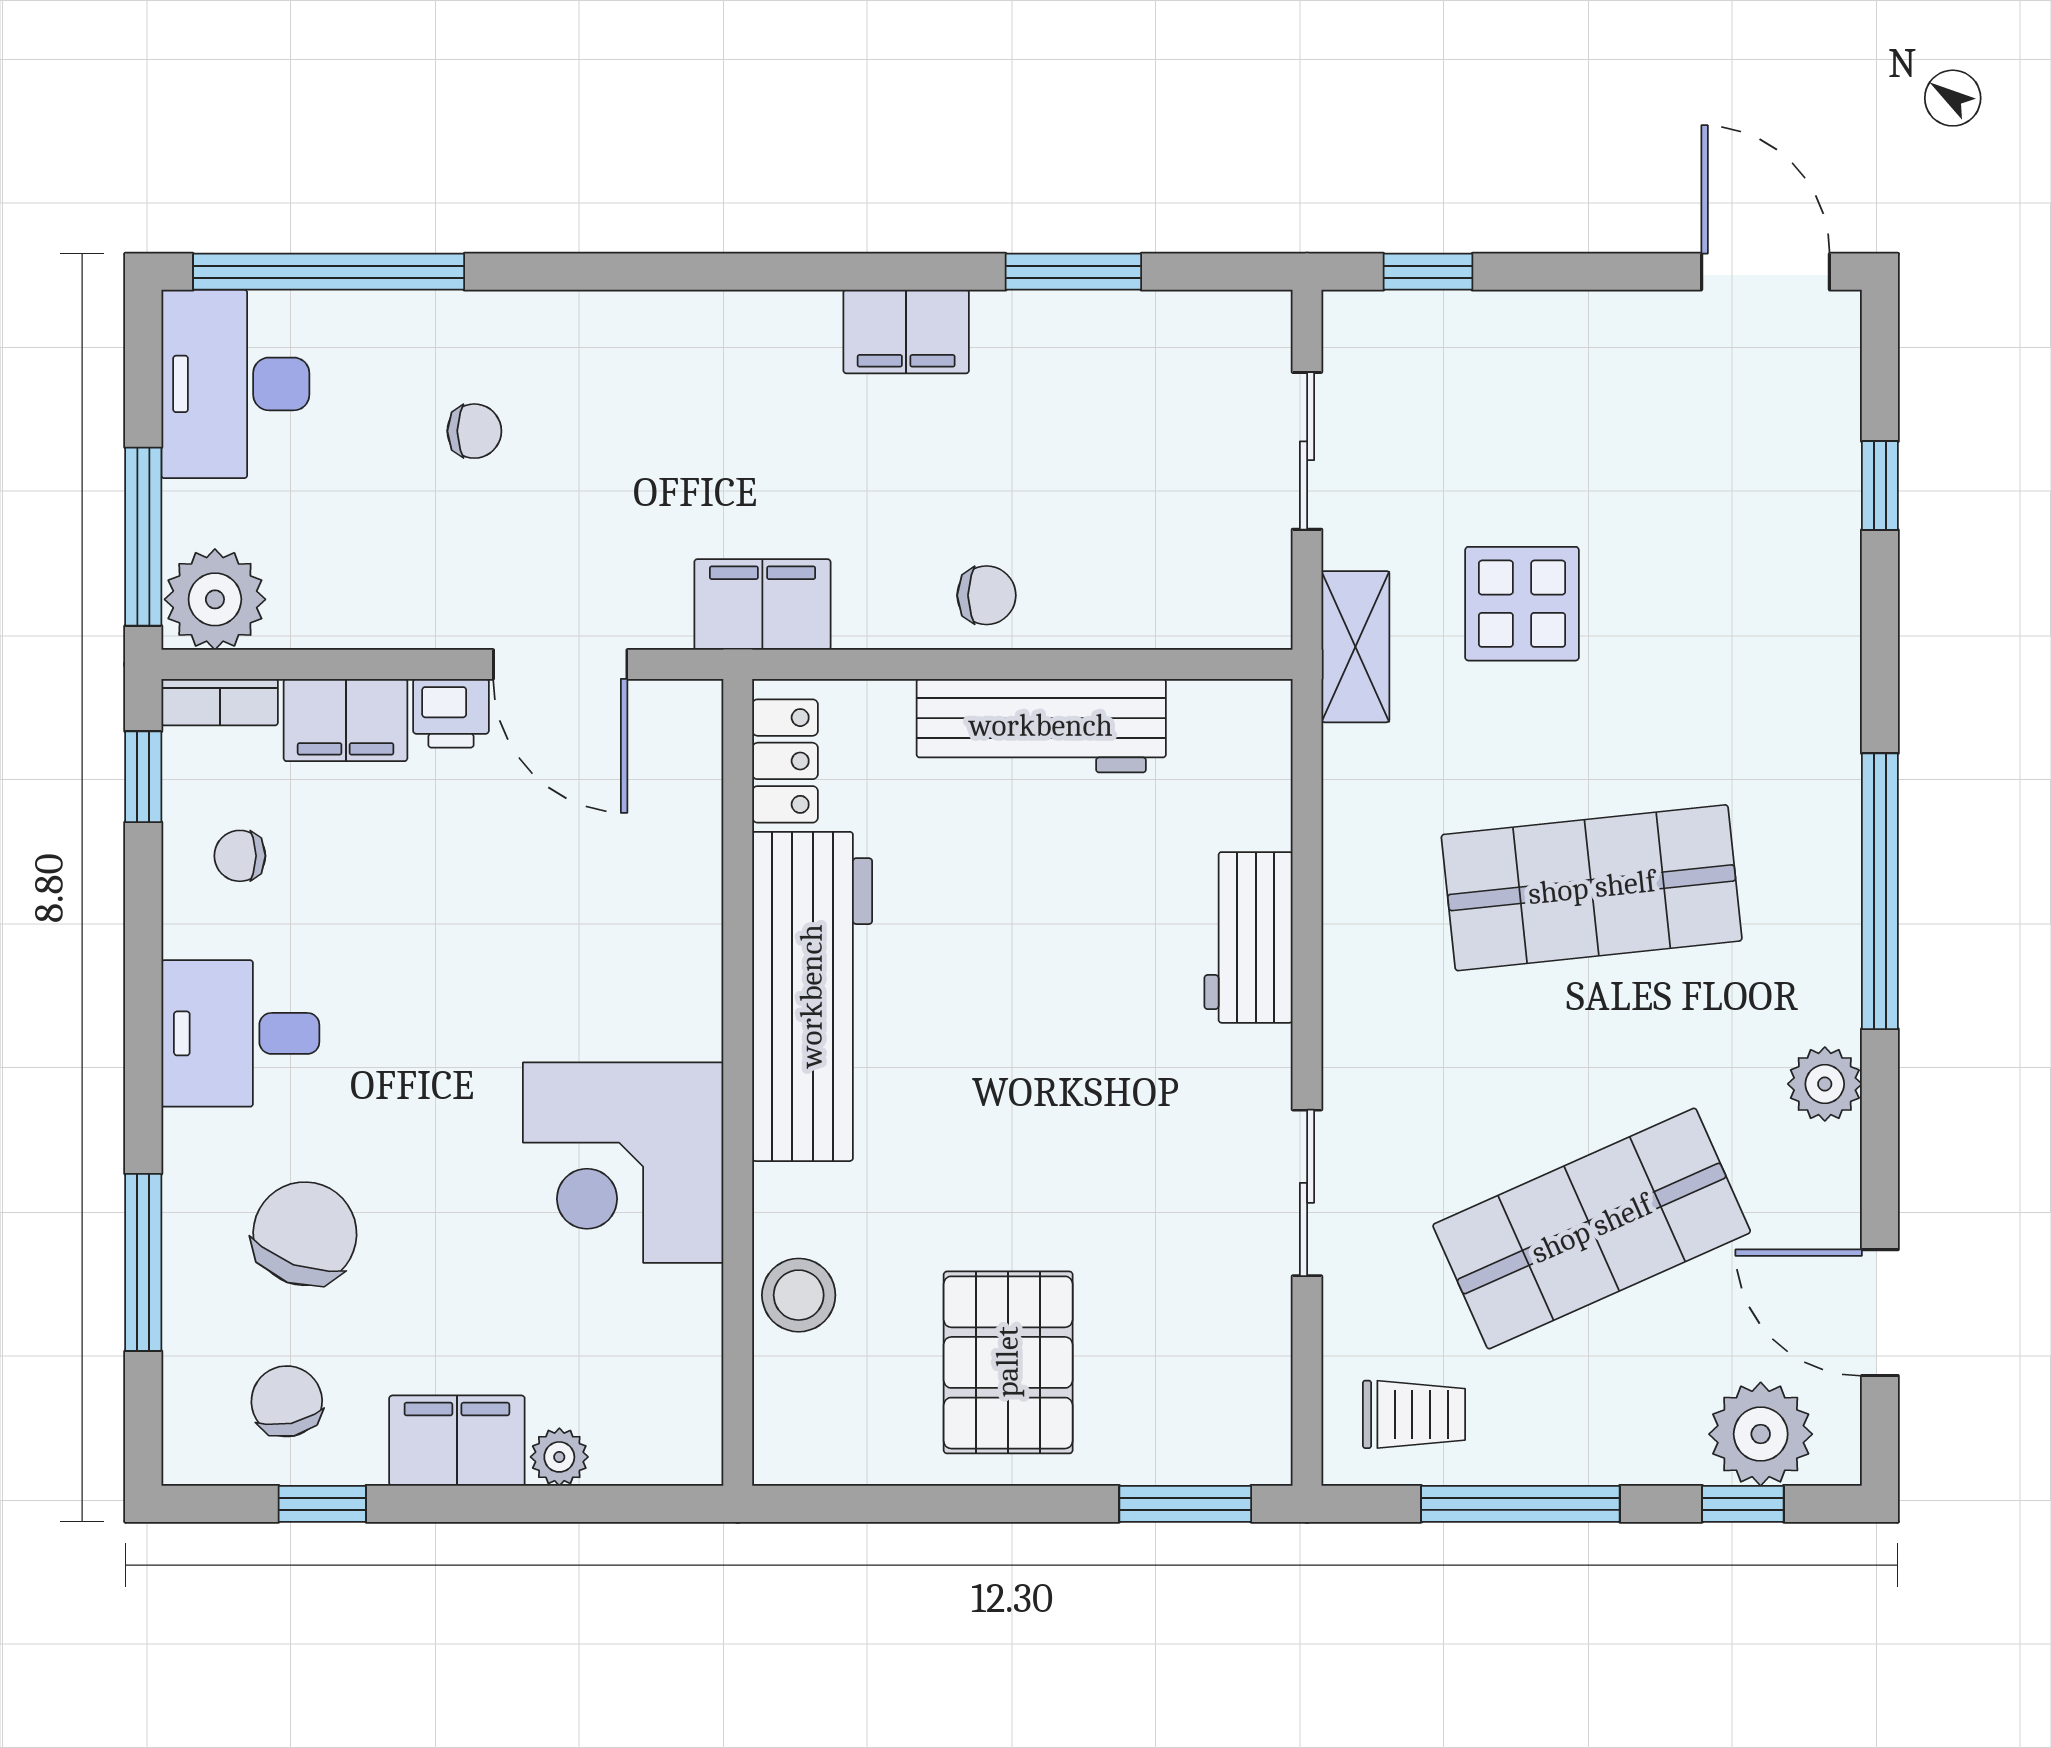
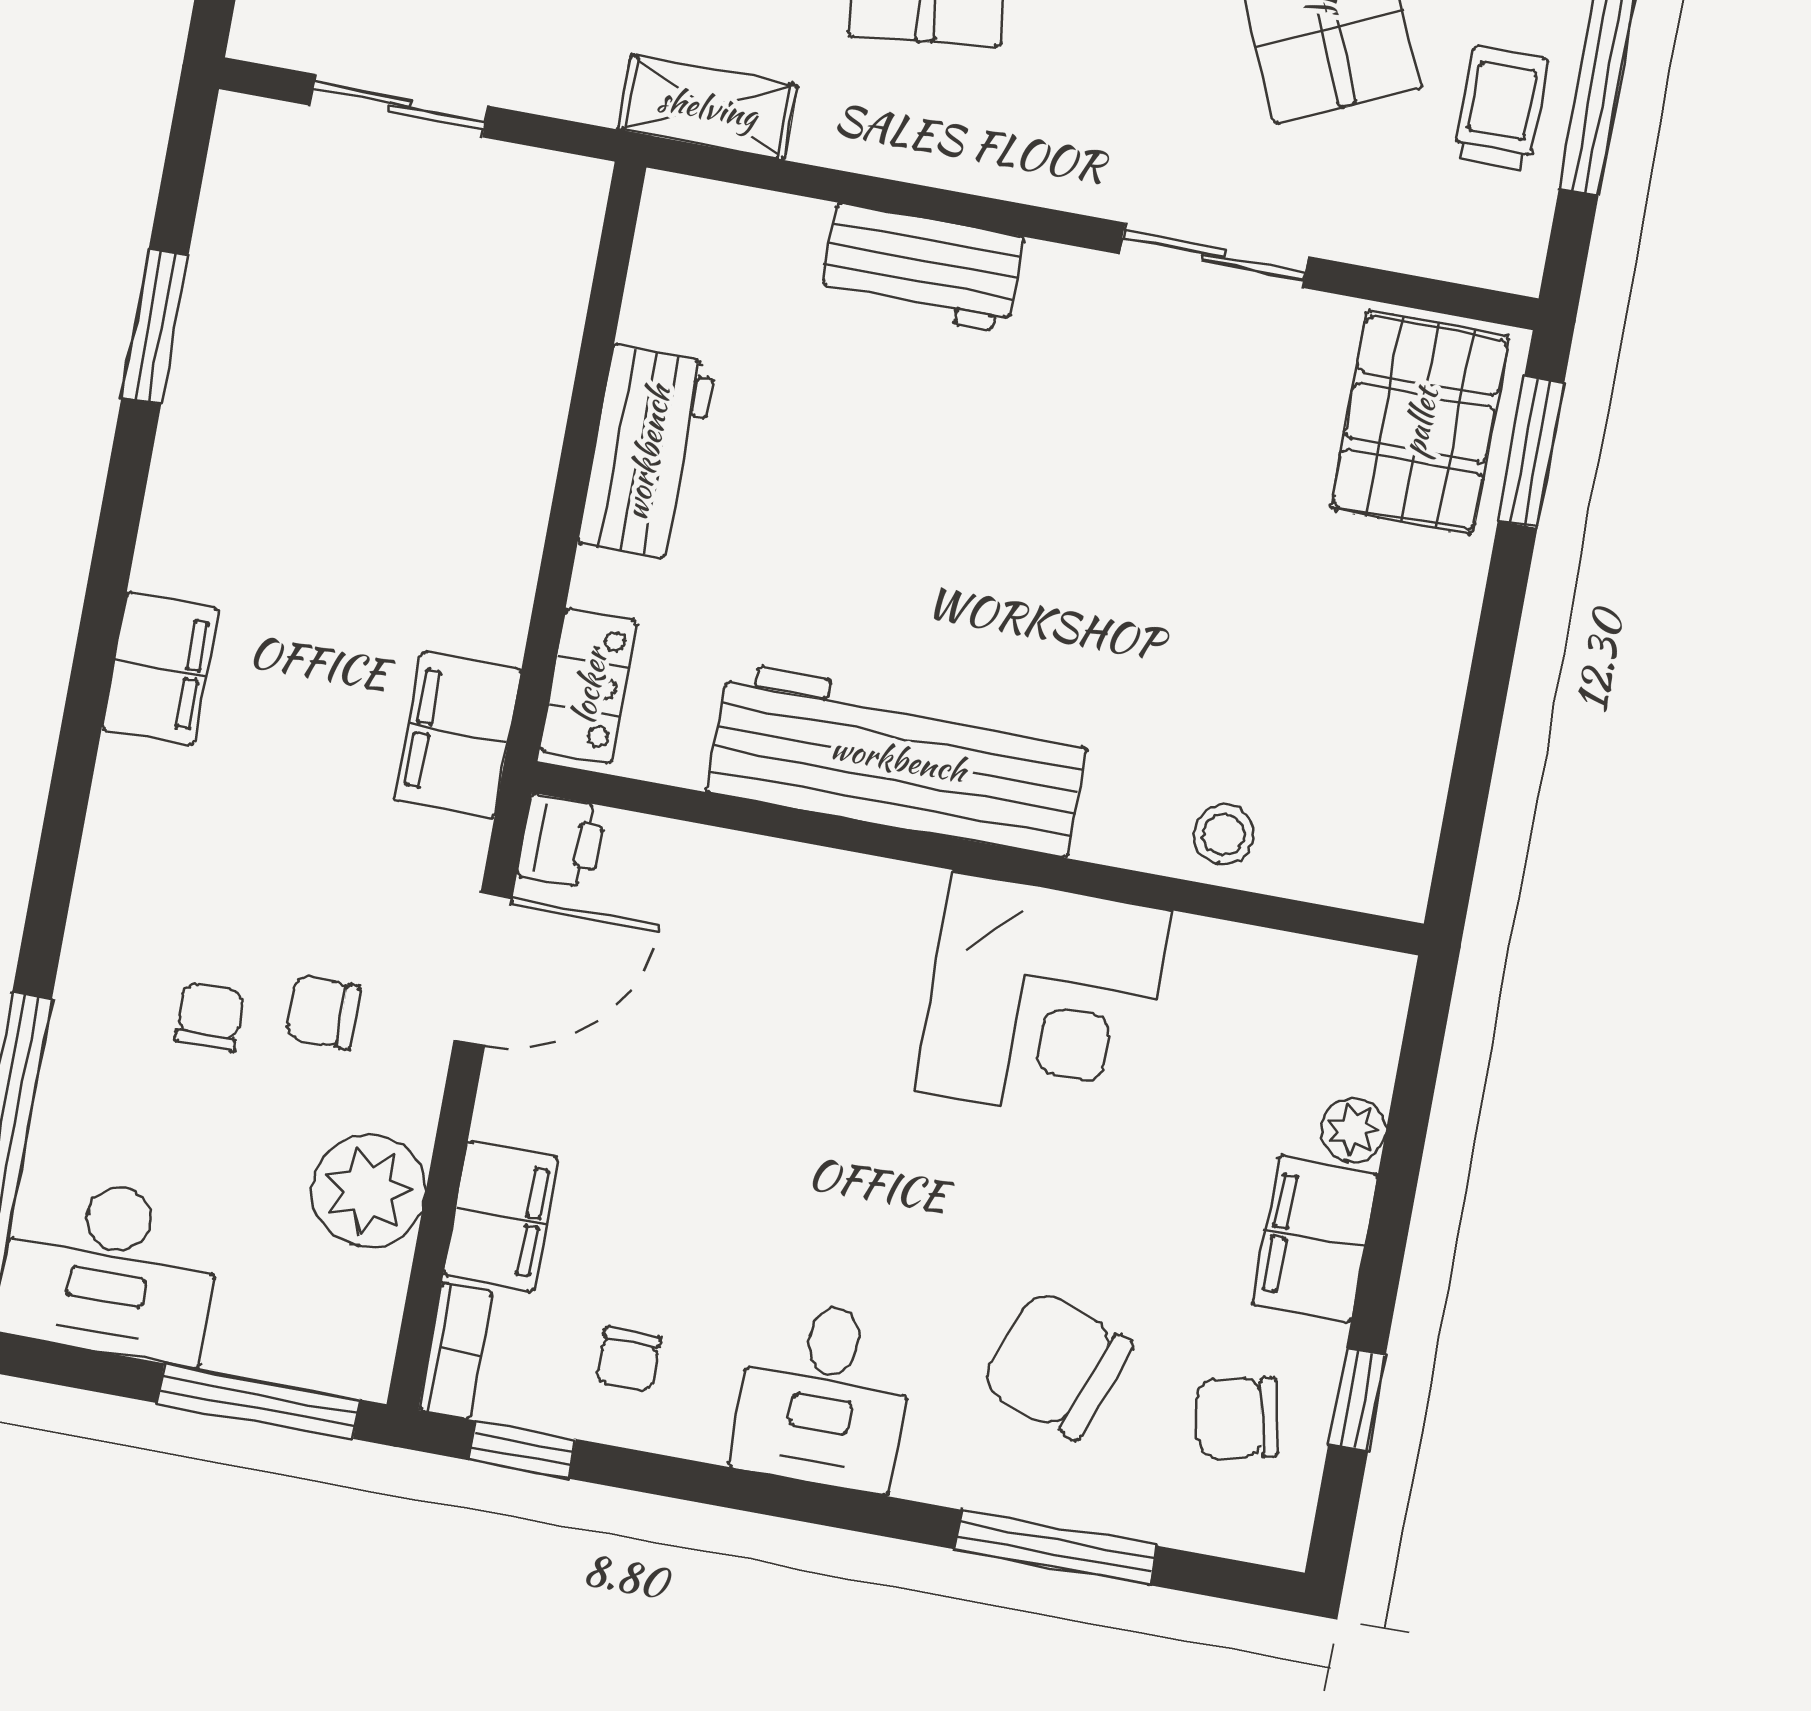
filing cabinet: (906, 332) -> (160, 669), moved
chair: (987, 595) -> (323, 1012), moved, turned -90
plant: (215, 599) -> (368, 1191), moved
shelving: (1355, 647) -> (708, 107), moved
printer: (451, 713) -> (562, 841), moved
workbench: (1041, 726) -> (647, 453), width x0.73
locker: (785, 761) -> (589, 686), moved, turned 90
stool: (799, 1295) -> (1224, 834), width x0.73, depth x0.73
pallet: (1008, 1362) -> (1420, 422), moved, turned 90
trolley: (1414, 1414) -> (1501, 108), moved

